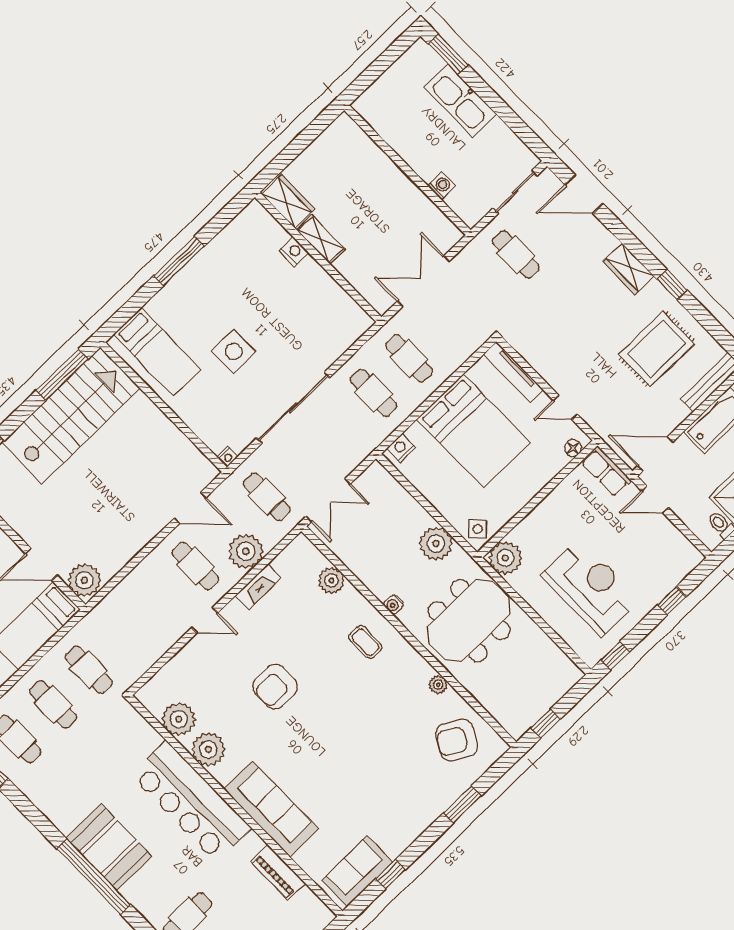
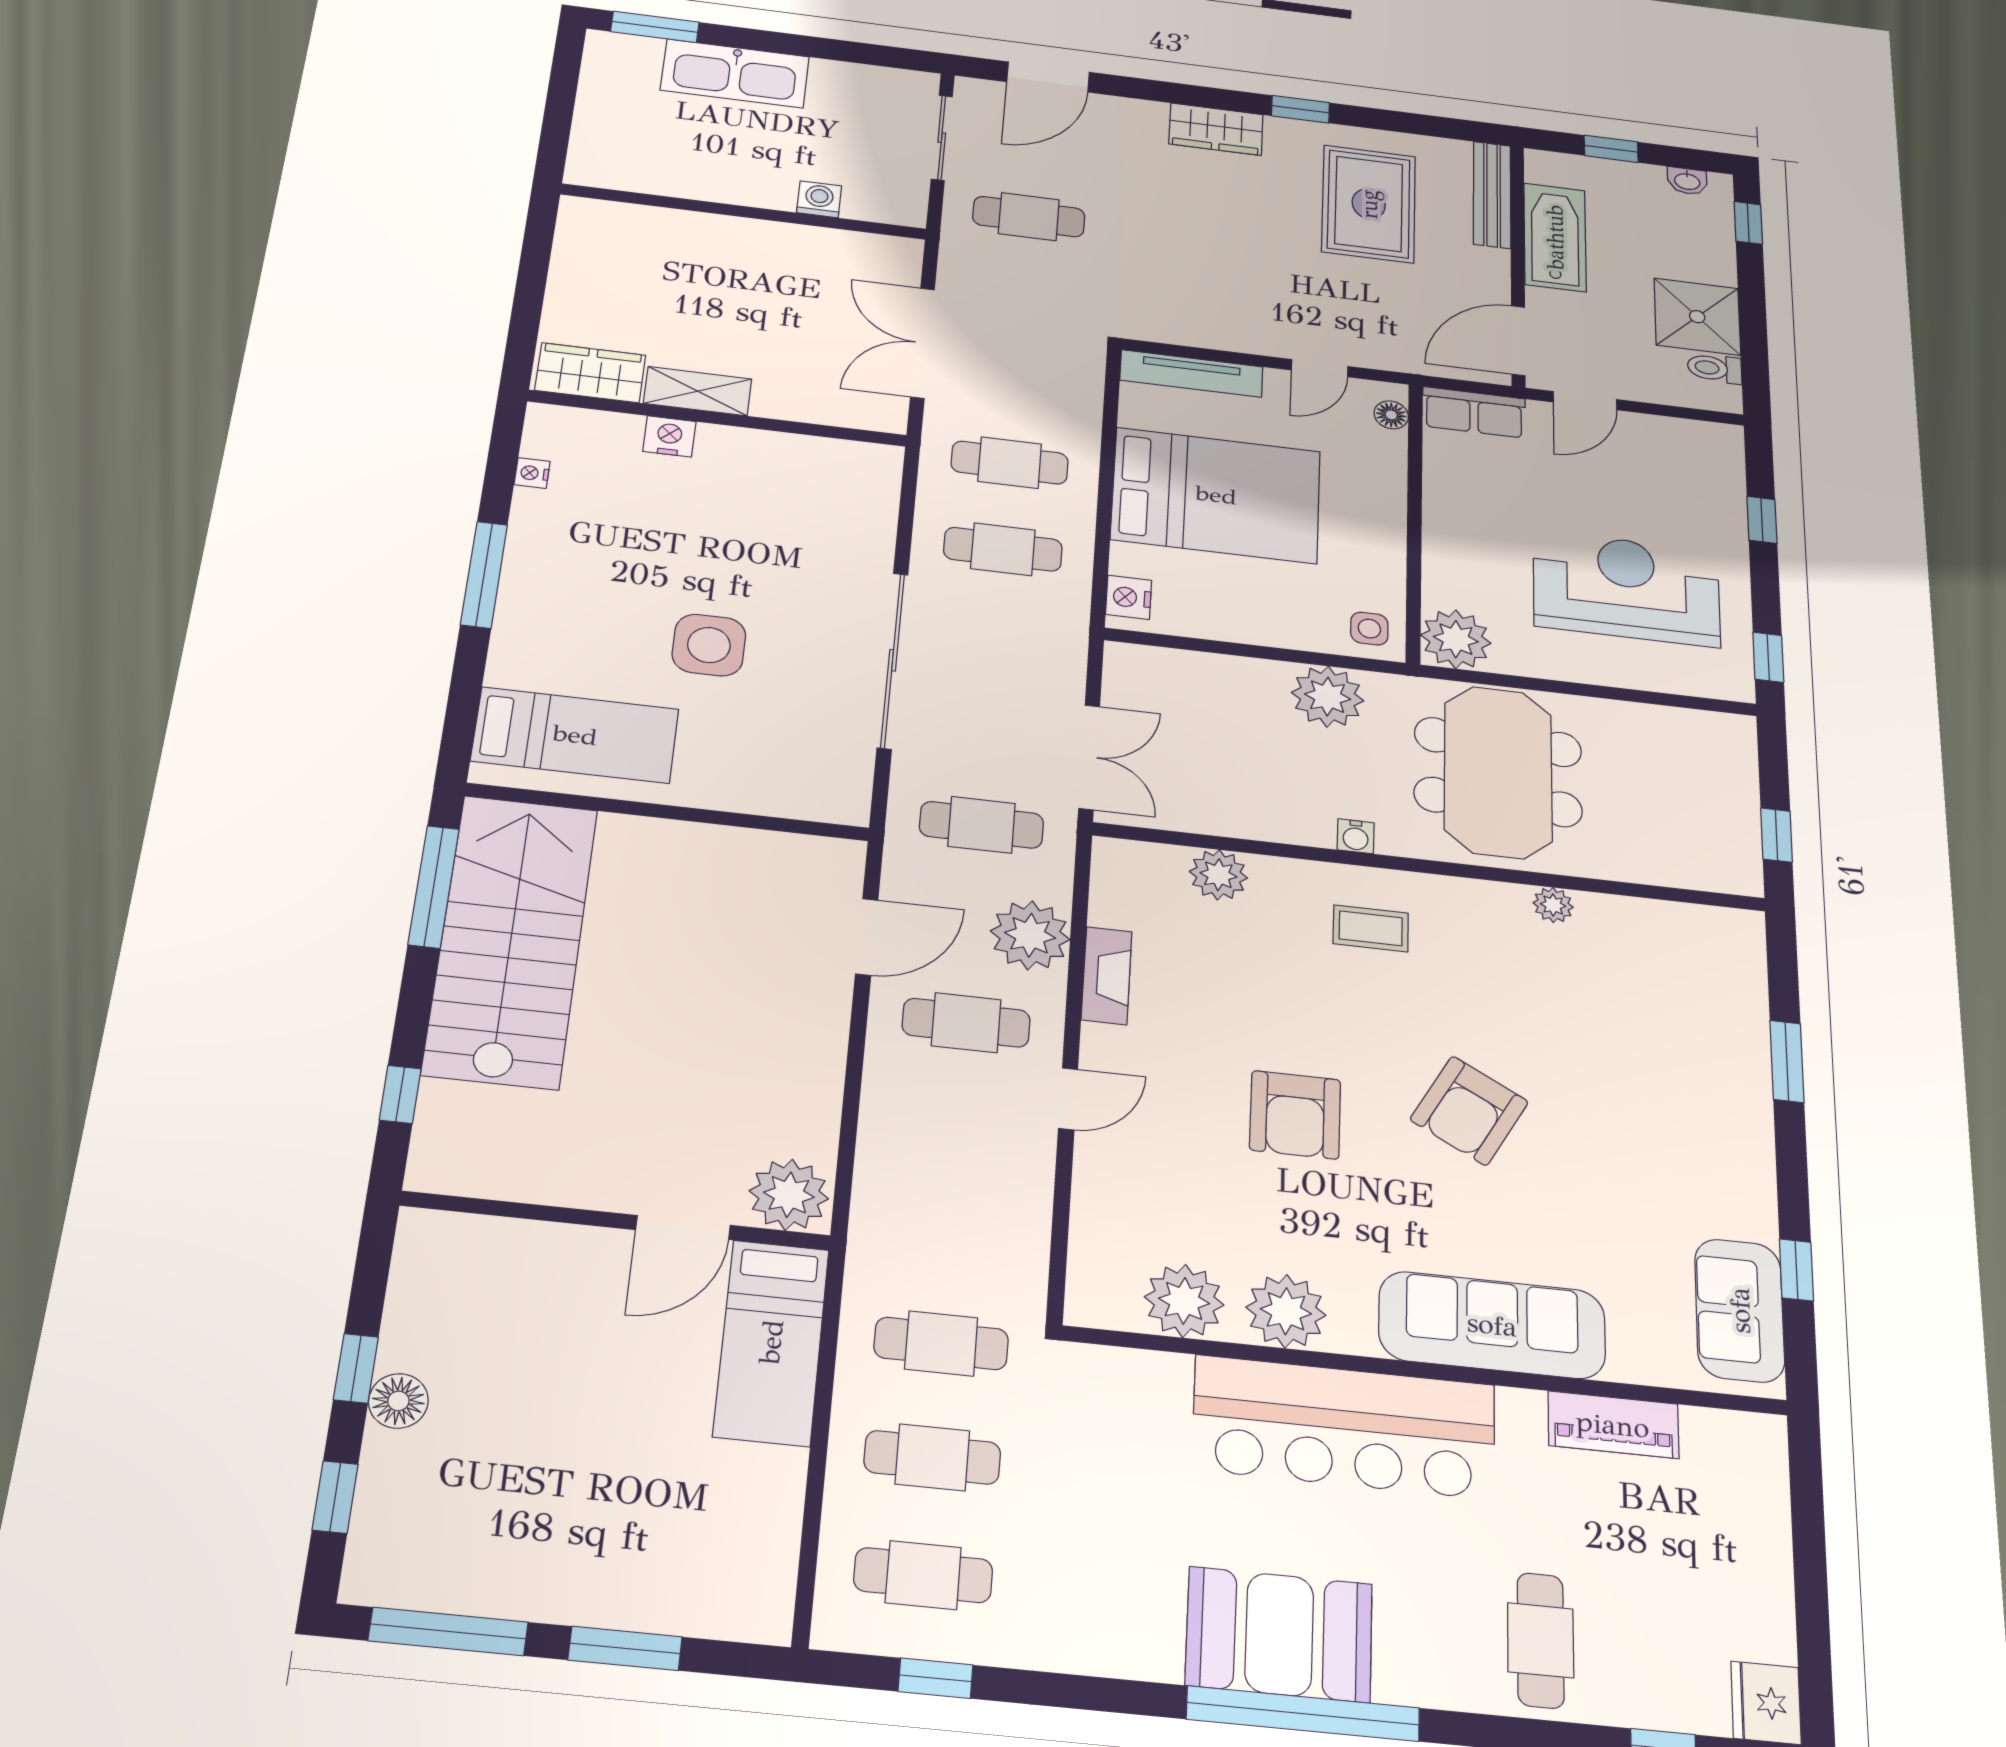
nightstand: (227, 457) -> (532, 473), moved, turned 180
side table: (478, 529) -> (1369, 629), turned 45
armchair: (457, 740) -> (1469, 1111), moved

